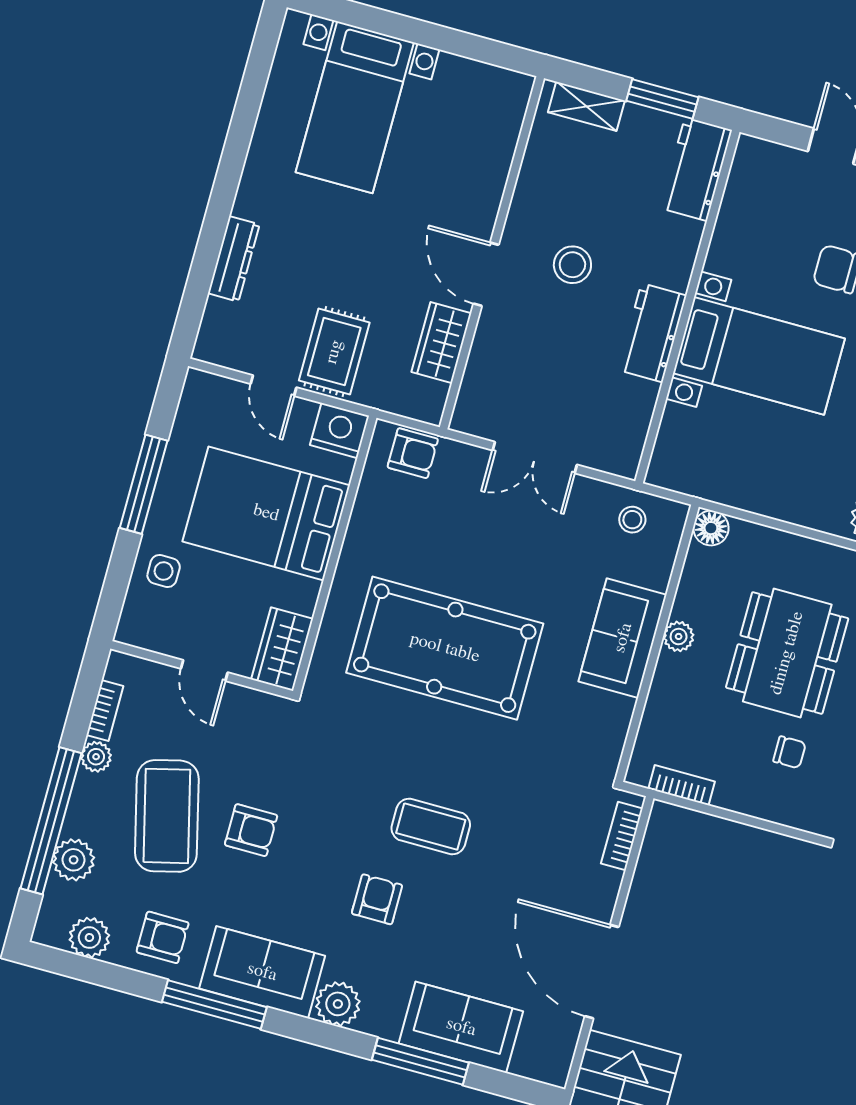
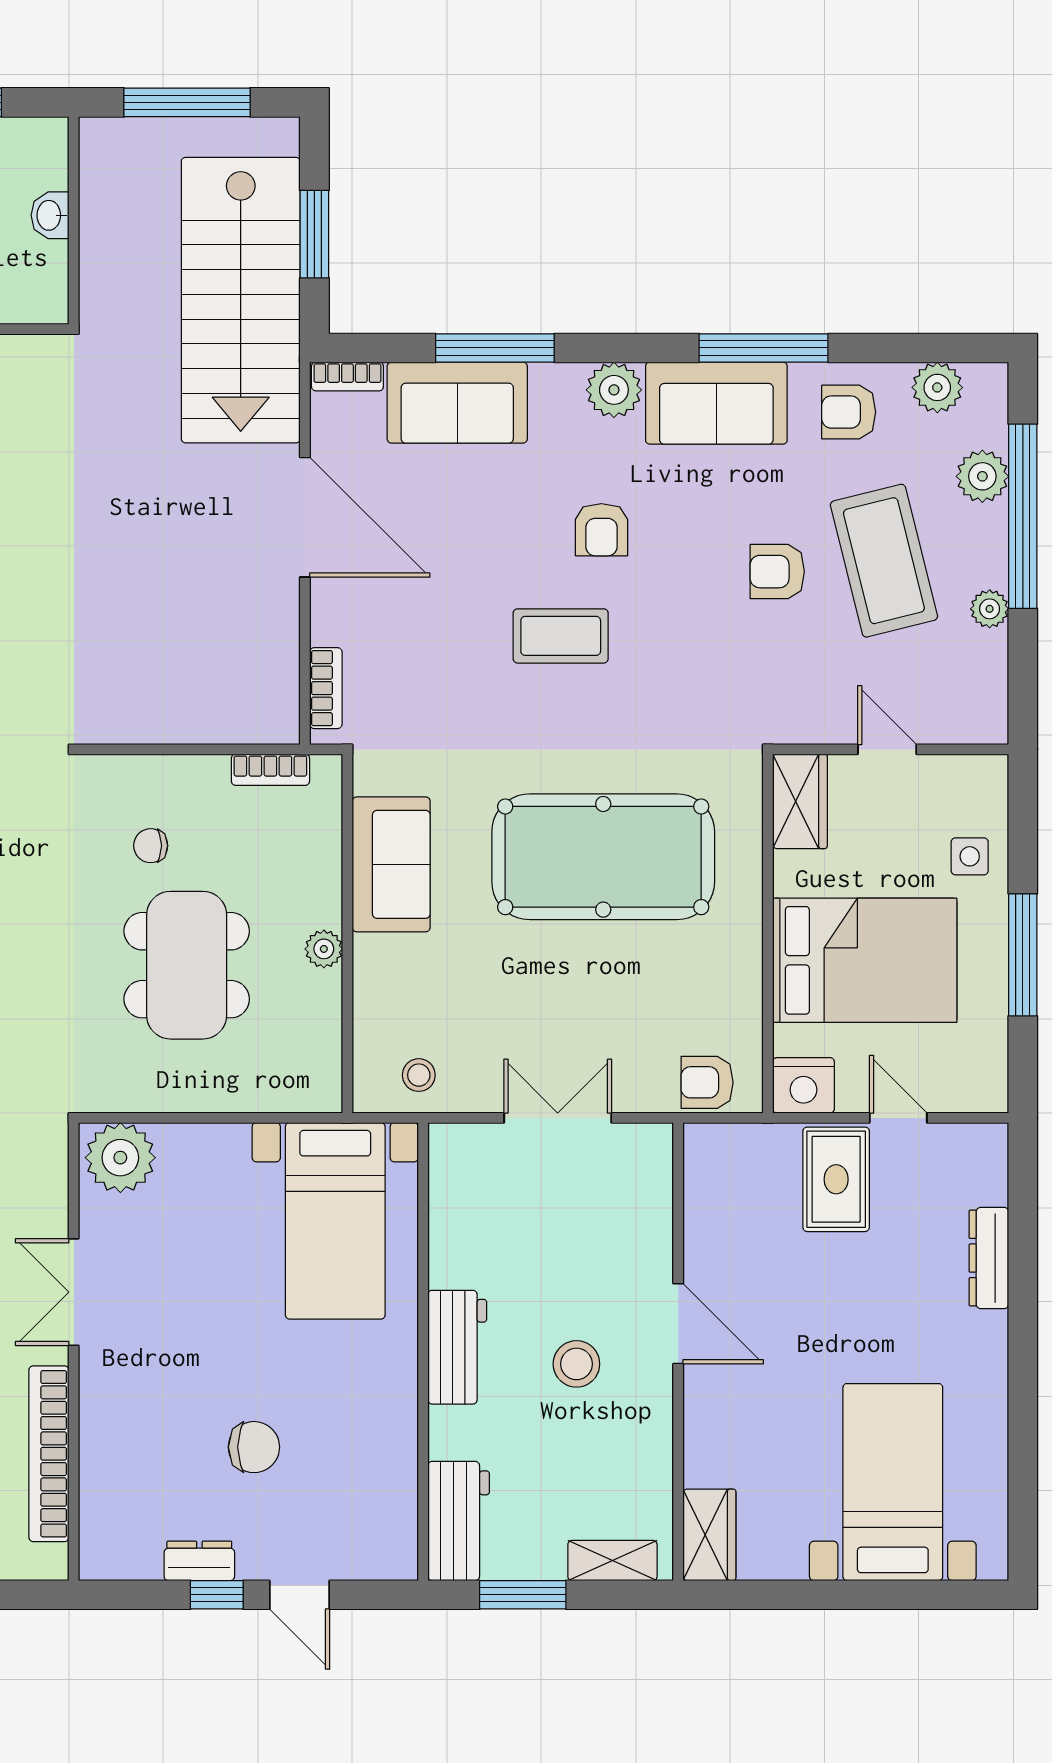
workbench: (652, 333) -> (457, 1347), moved
wardrobe: (441, 343) -> (709, 1535), moved
bed with nightstands: (759, 356) -> (335, 1221), moved, turned -90
floor lamp: (711, 528) -> (321, 1091), removed
sofa: (623, 638) -> (391, 864), moved
bookcase: (105, 711) -> (347, 377), moved, turned -90

